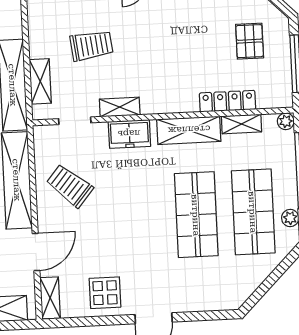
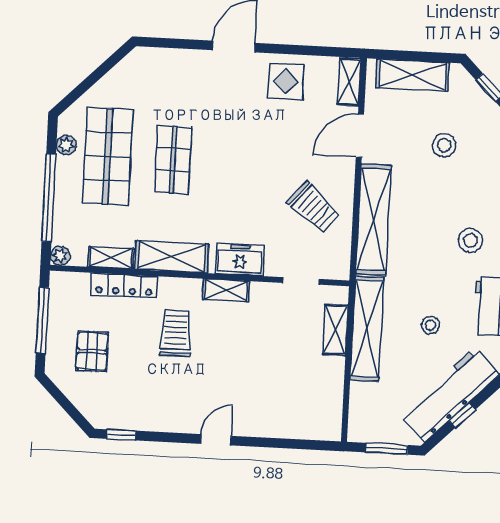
trolley: (91, 46) -> (176, 333), moved, turned 97
shelving: (120, 107) -> (226, 290), moved
shop shelf: (196, 215) -> (173, 160), width x0.70, depth x0.74

